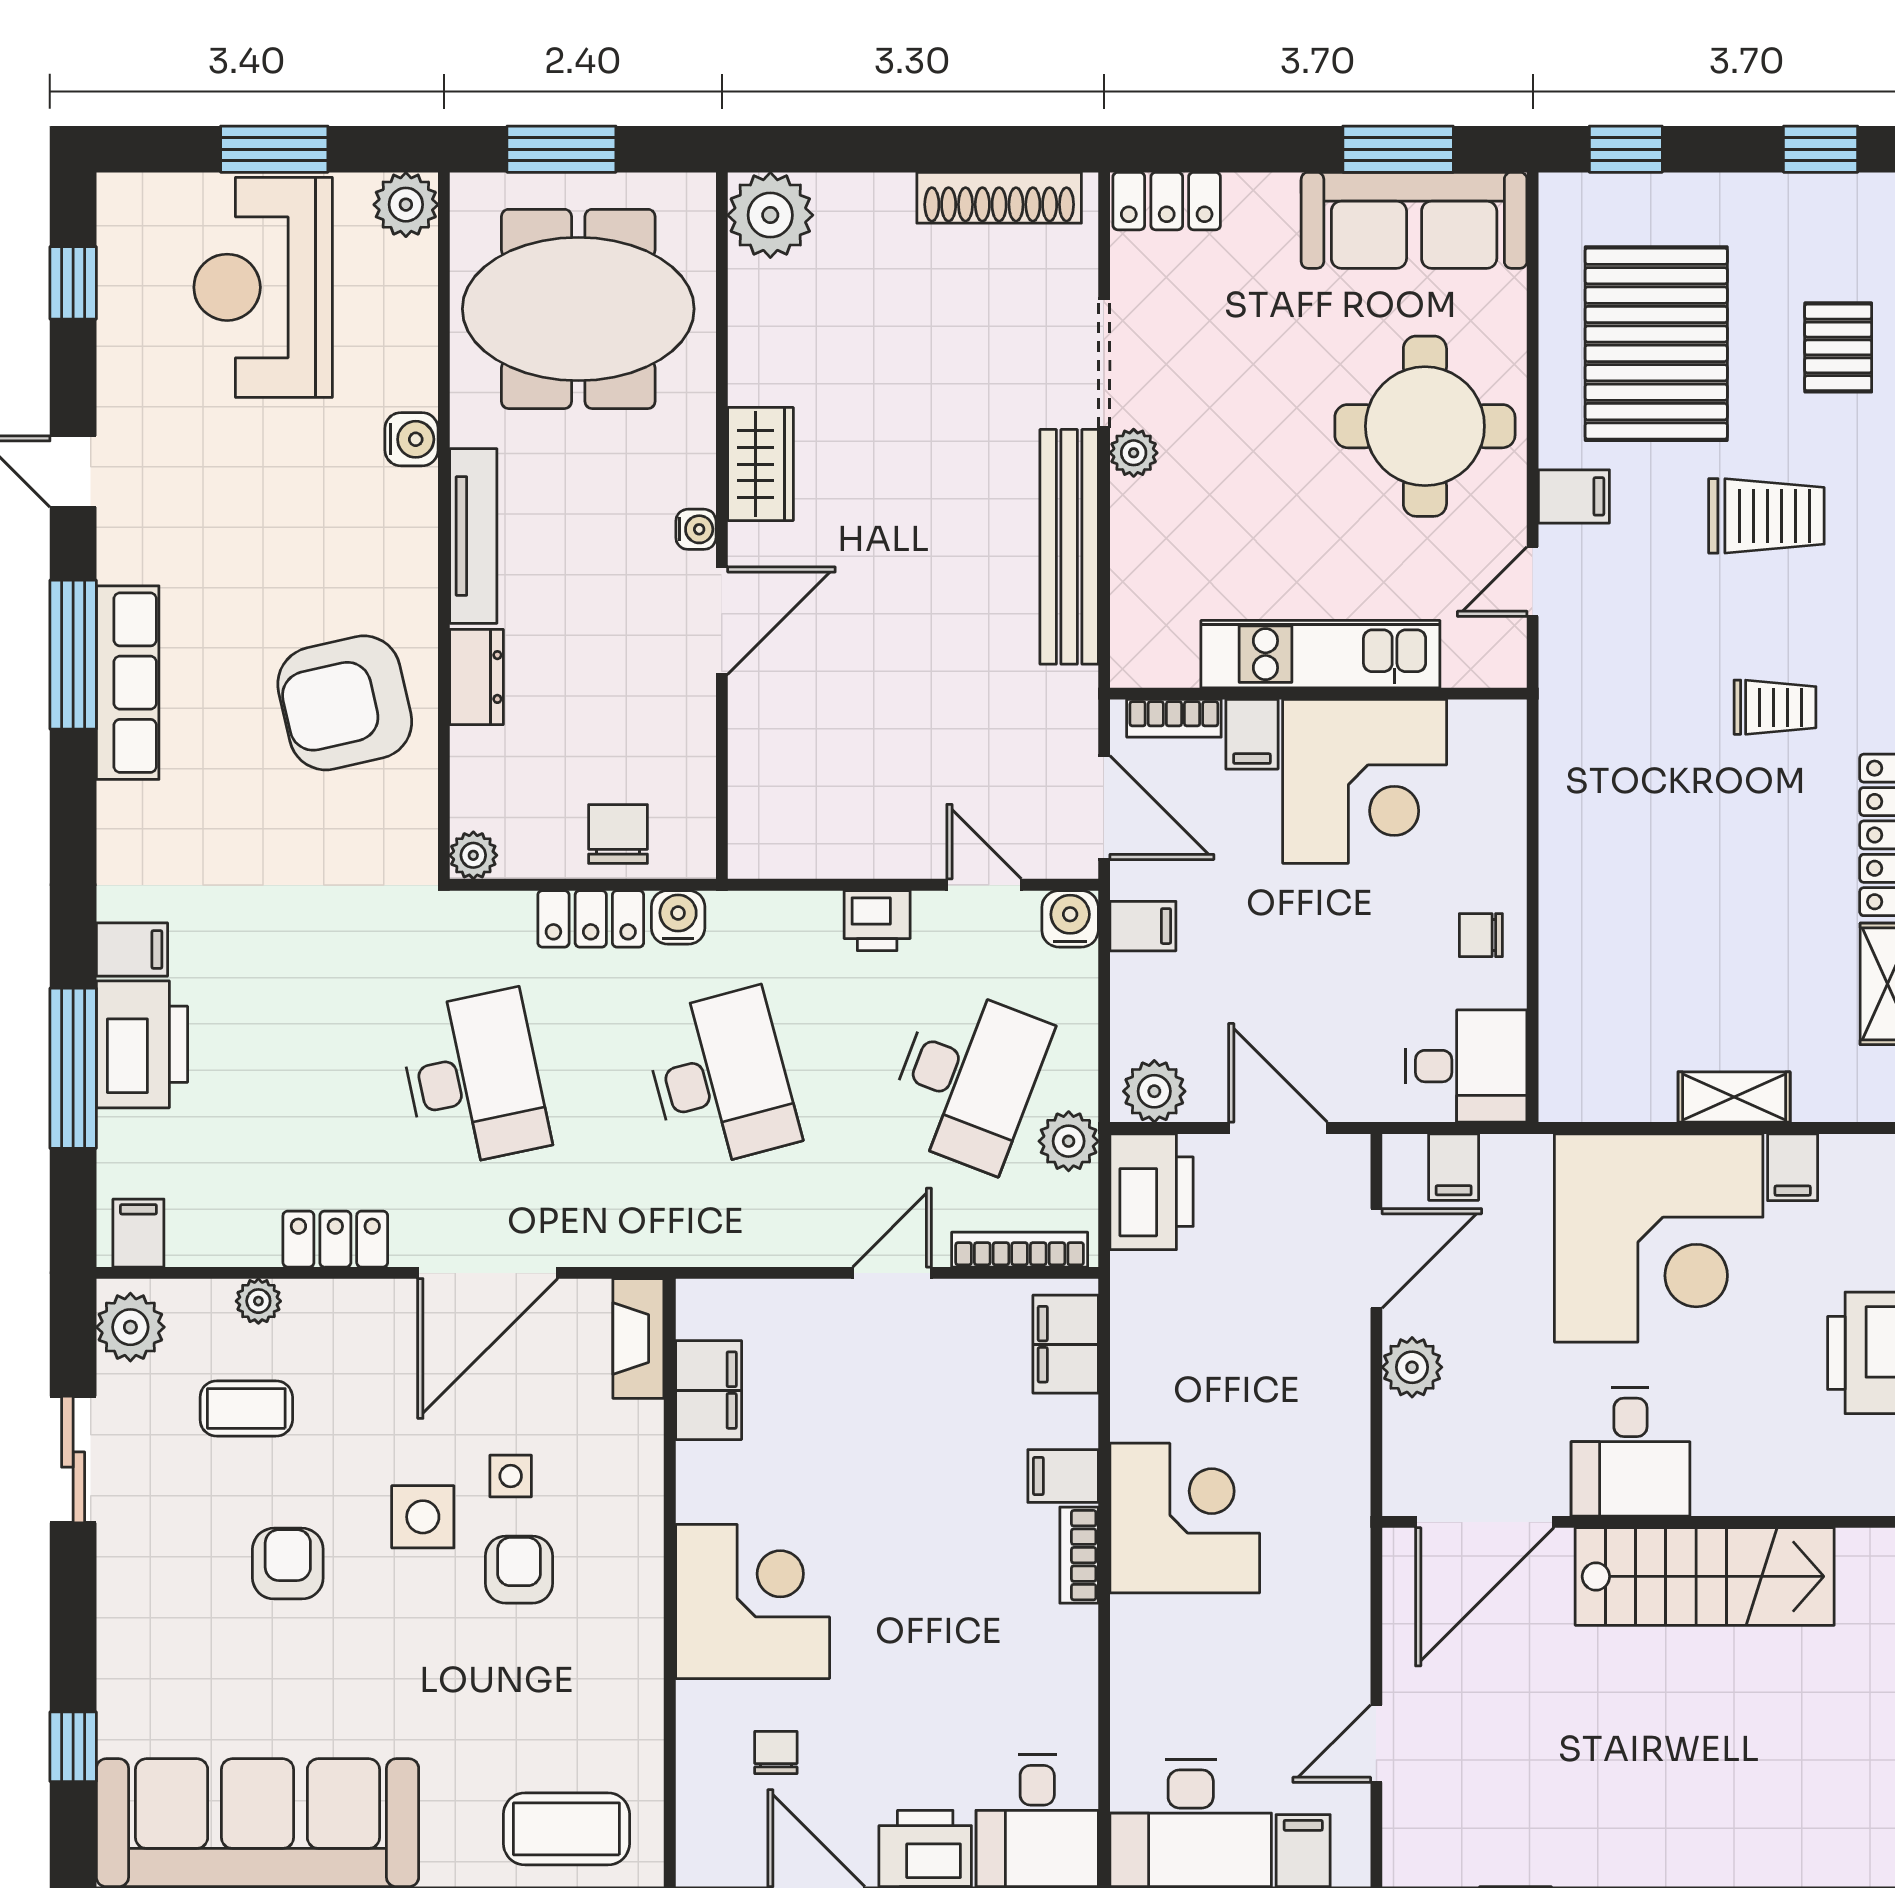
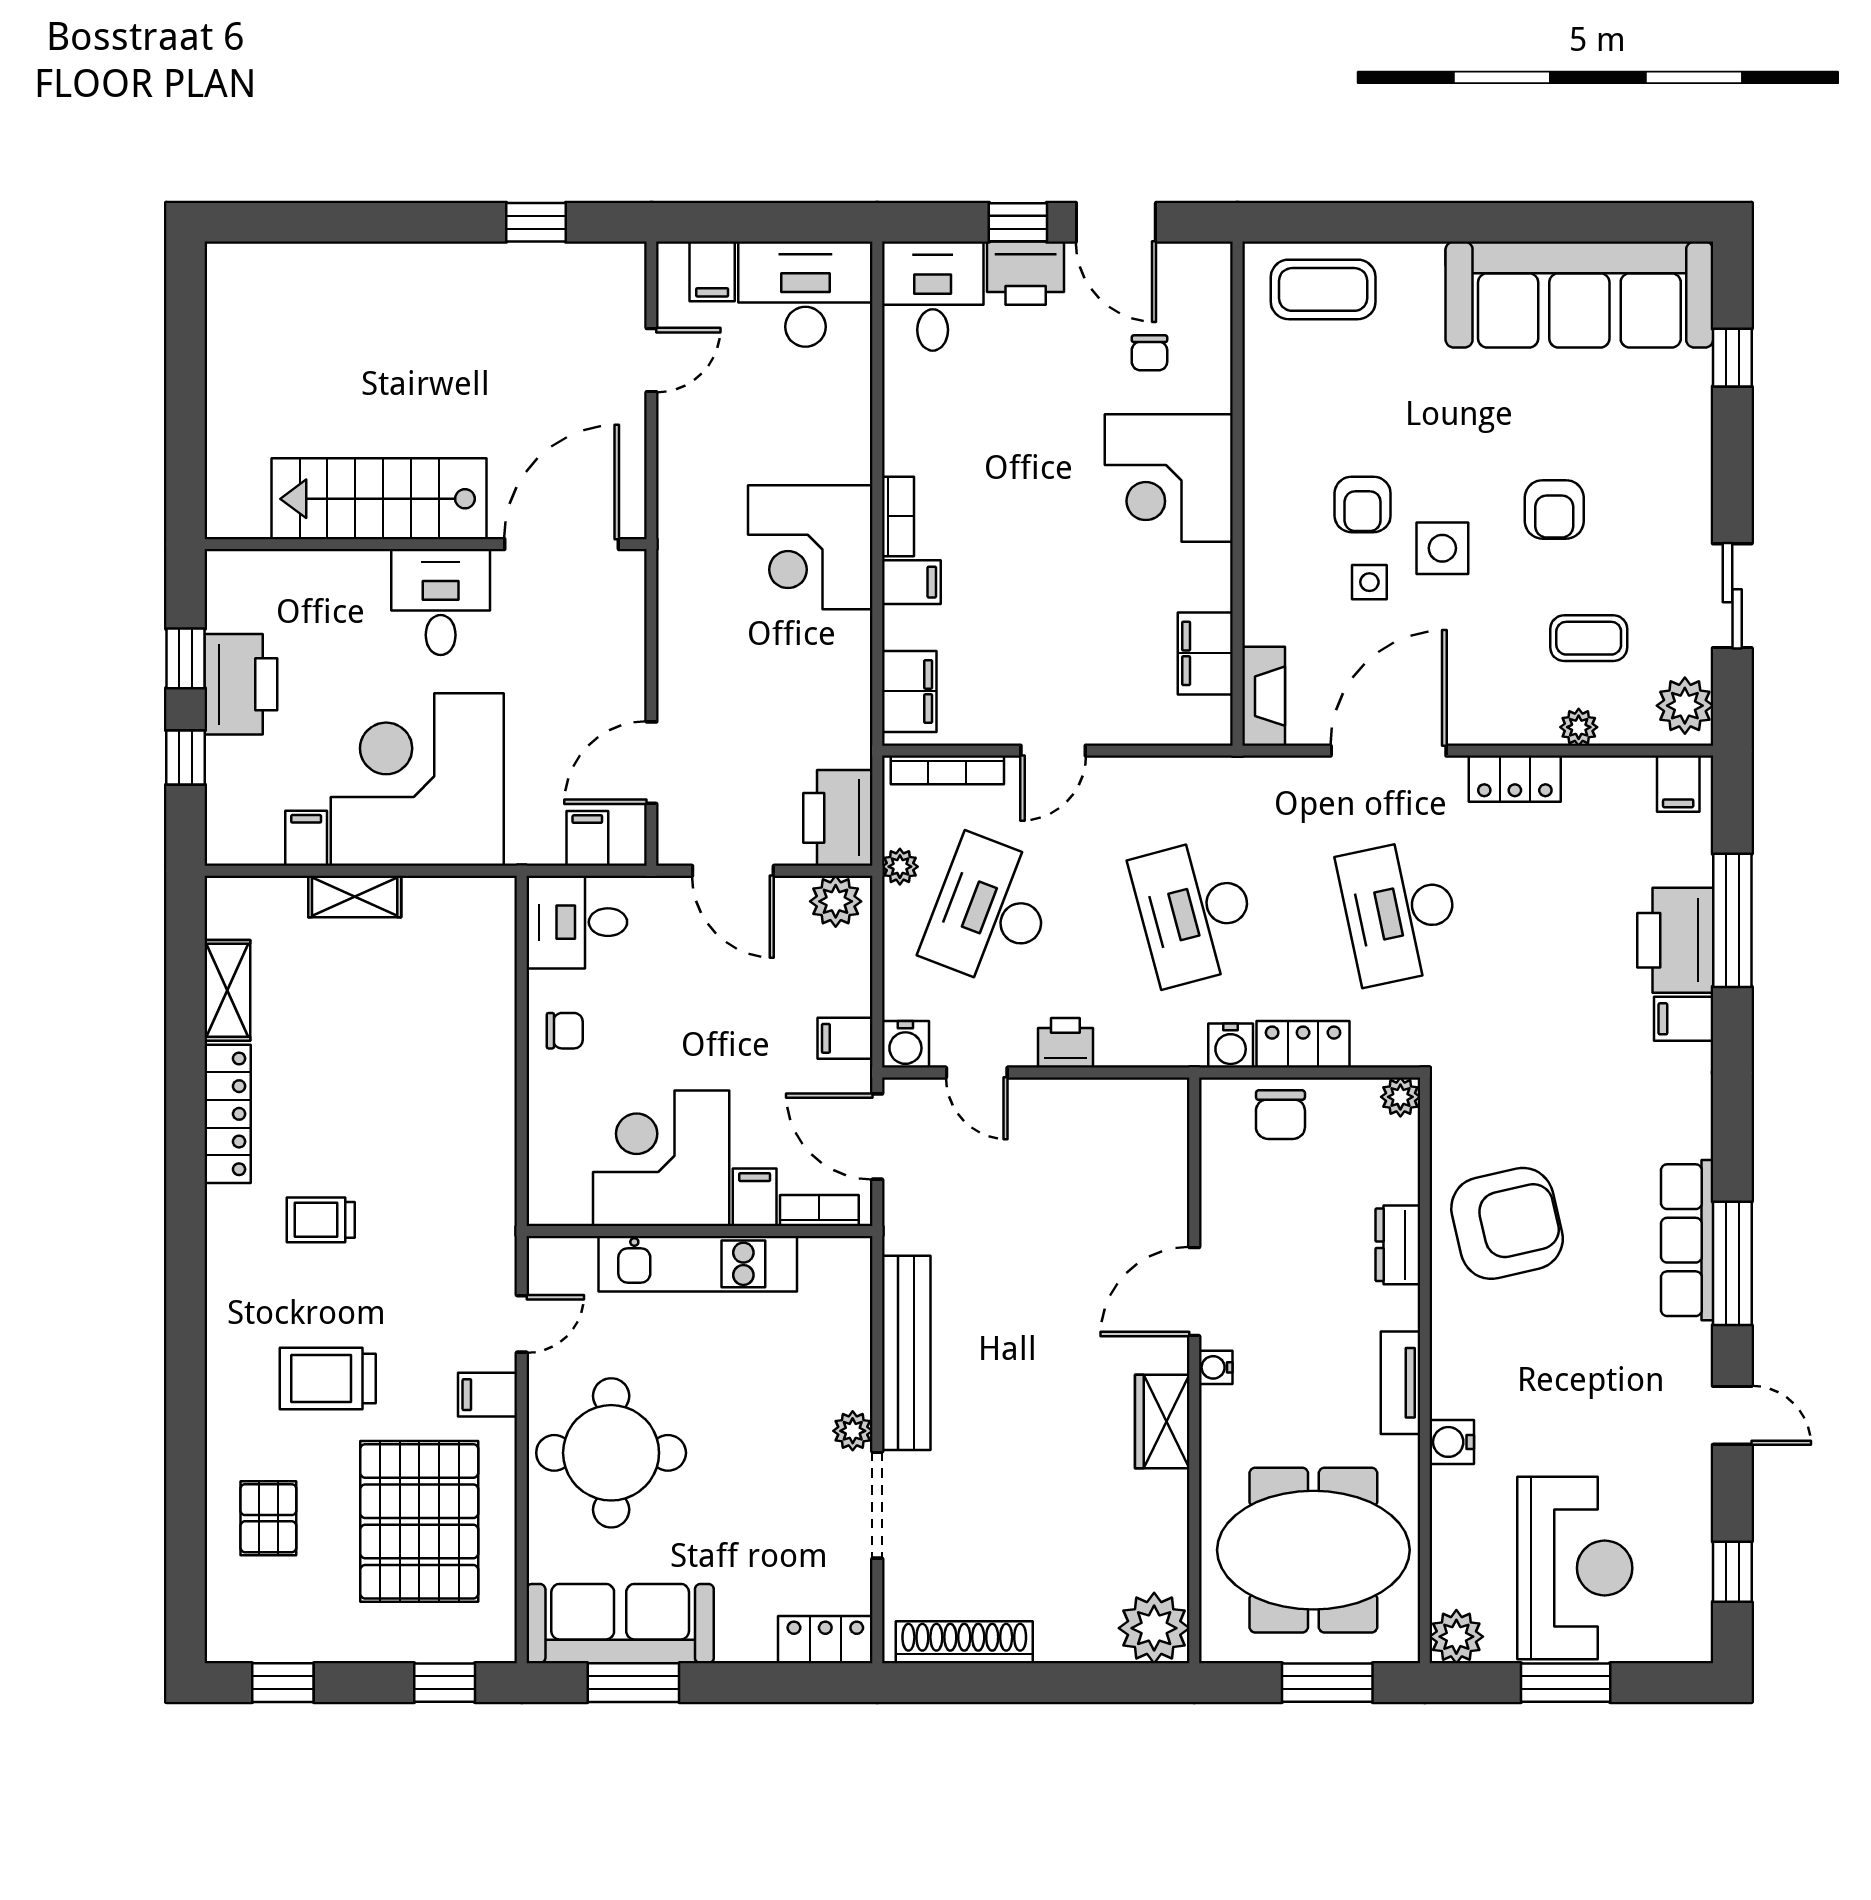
tv unit: (473, 536) -> (1400, 1383), width x0.71
plant: (1069, 1141) -> (900, 867), width x0.73, depth x0.73
plant: (1412, 1367) -> (622, 672), removed

